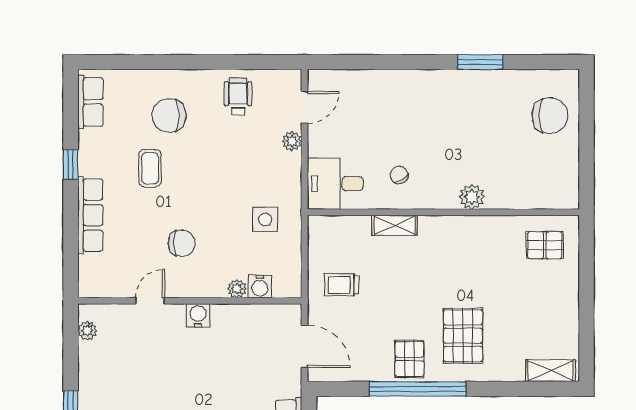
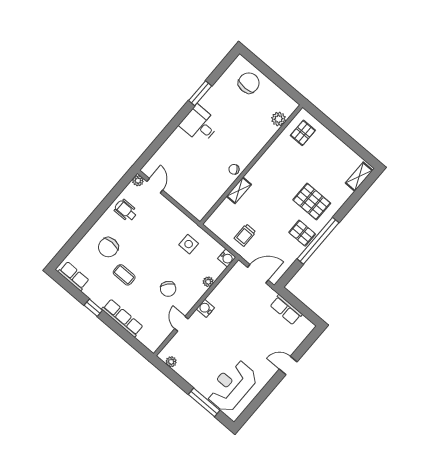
plant: (292, 141) -> (138, 181), moved
chair: (399, 175) -> (234, 169), moved
desk: (335, 184) -> (200, 124), moved, turned 90
plant: (472, 197) -> (279, 119), moved
chair: (182, 243) -> (168, 289), turned 130
water cooler: (260, 286) -> (227, 258), moved

